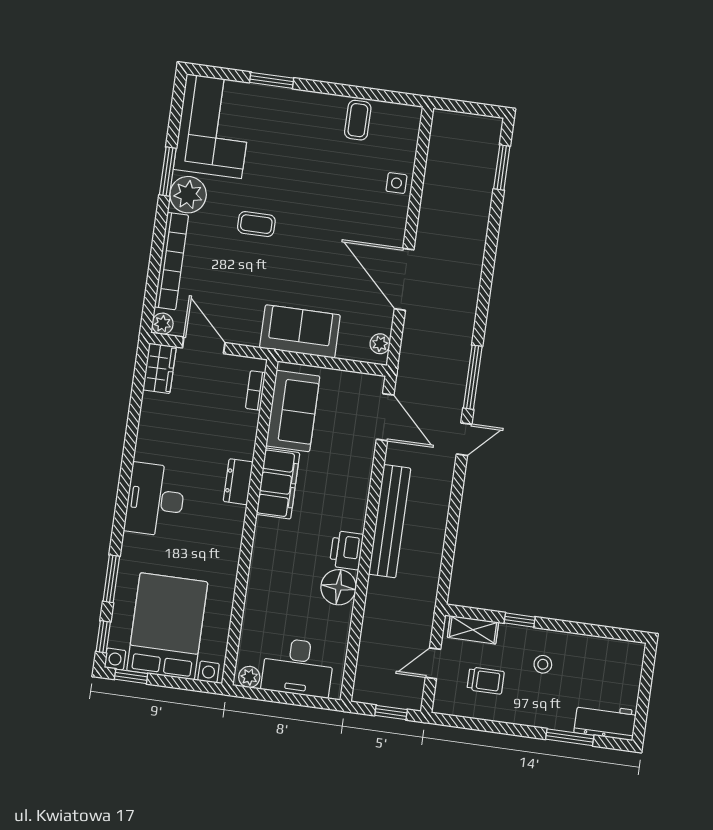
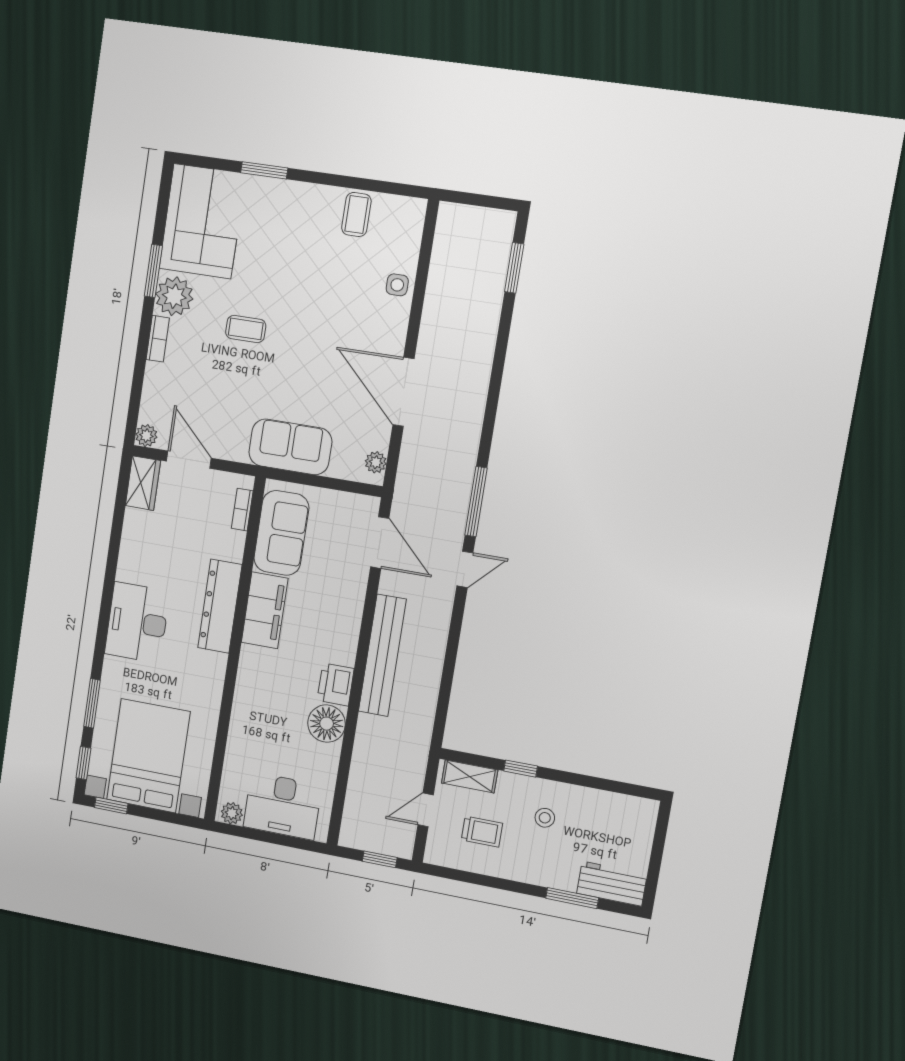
bookcase: (171, 261) -> (158, 339), width x0.43, depth x0.76
dresser: (238, 482) -> (220, 606), width x1.96, depth x1.24

